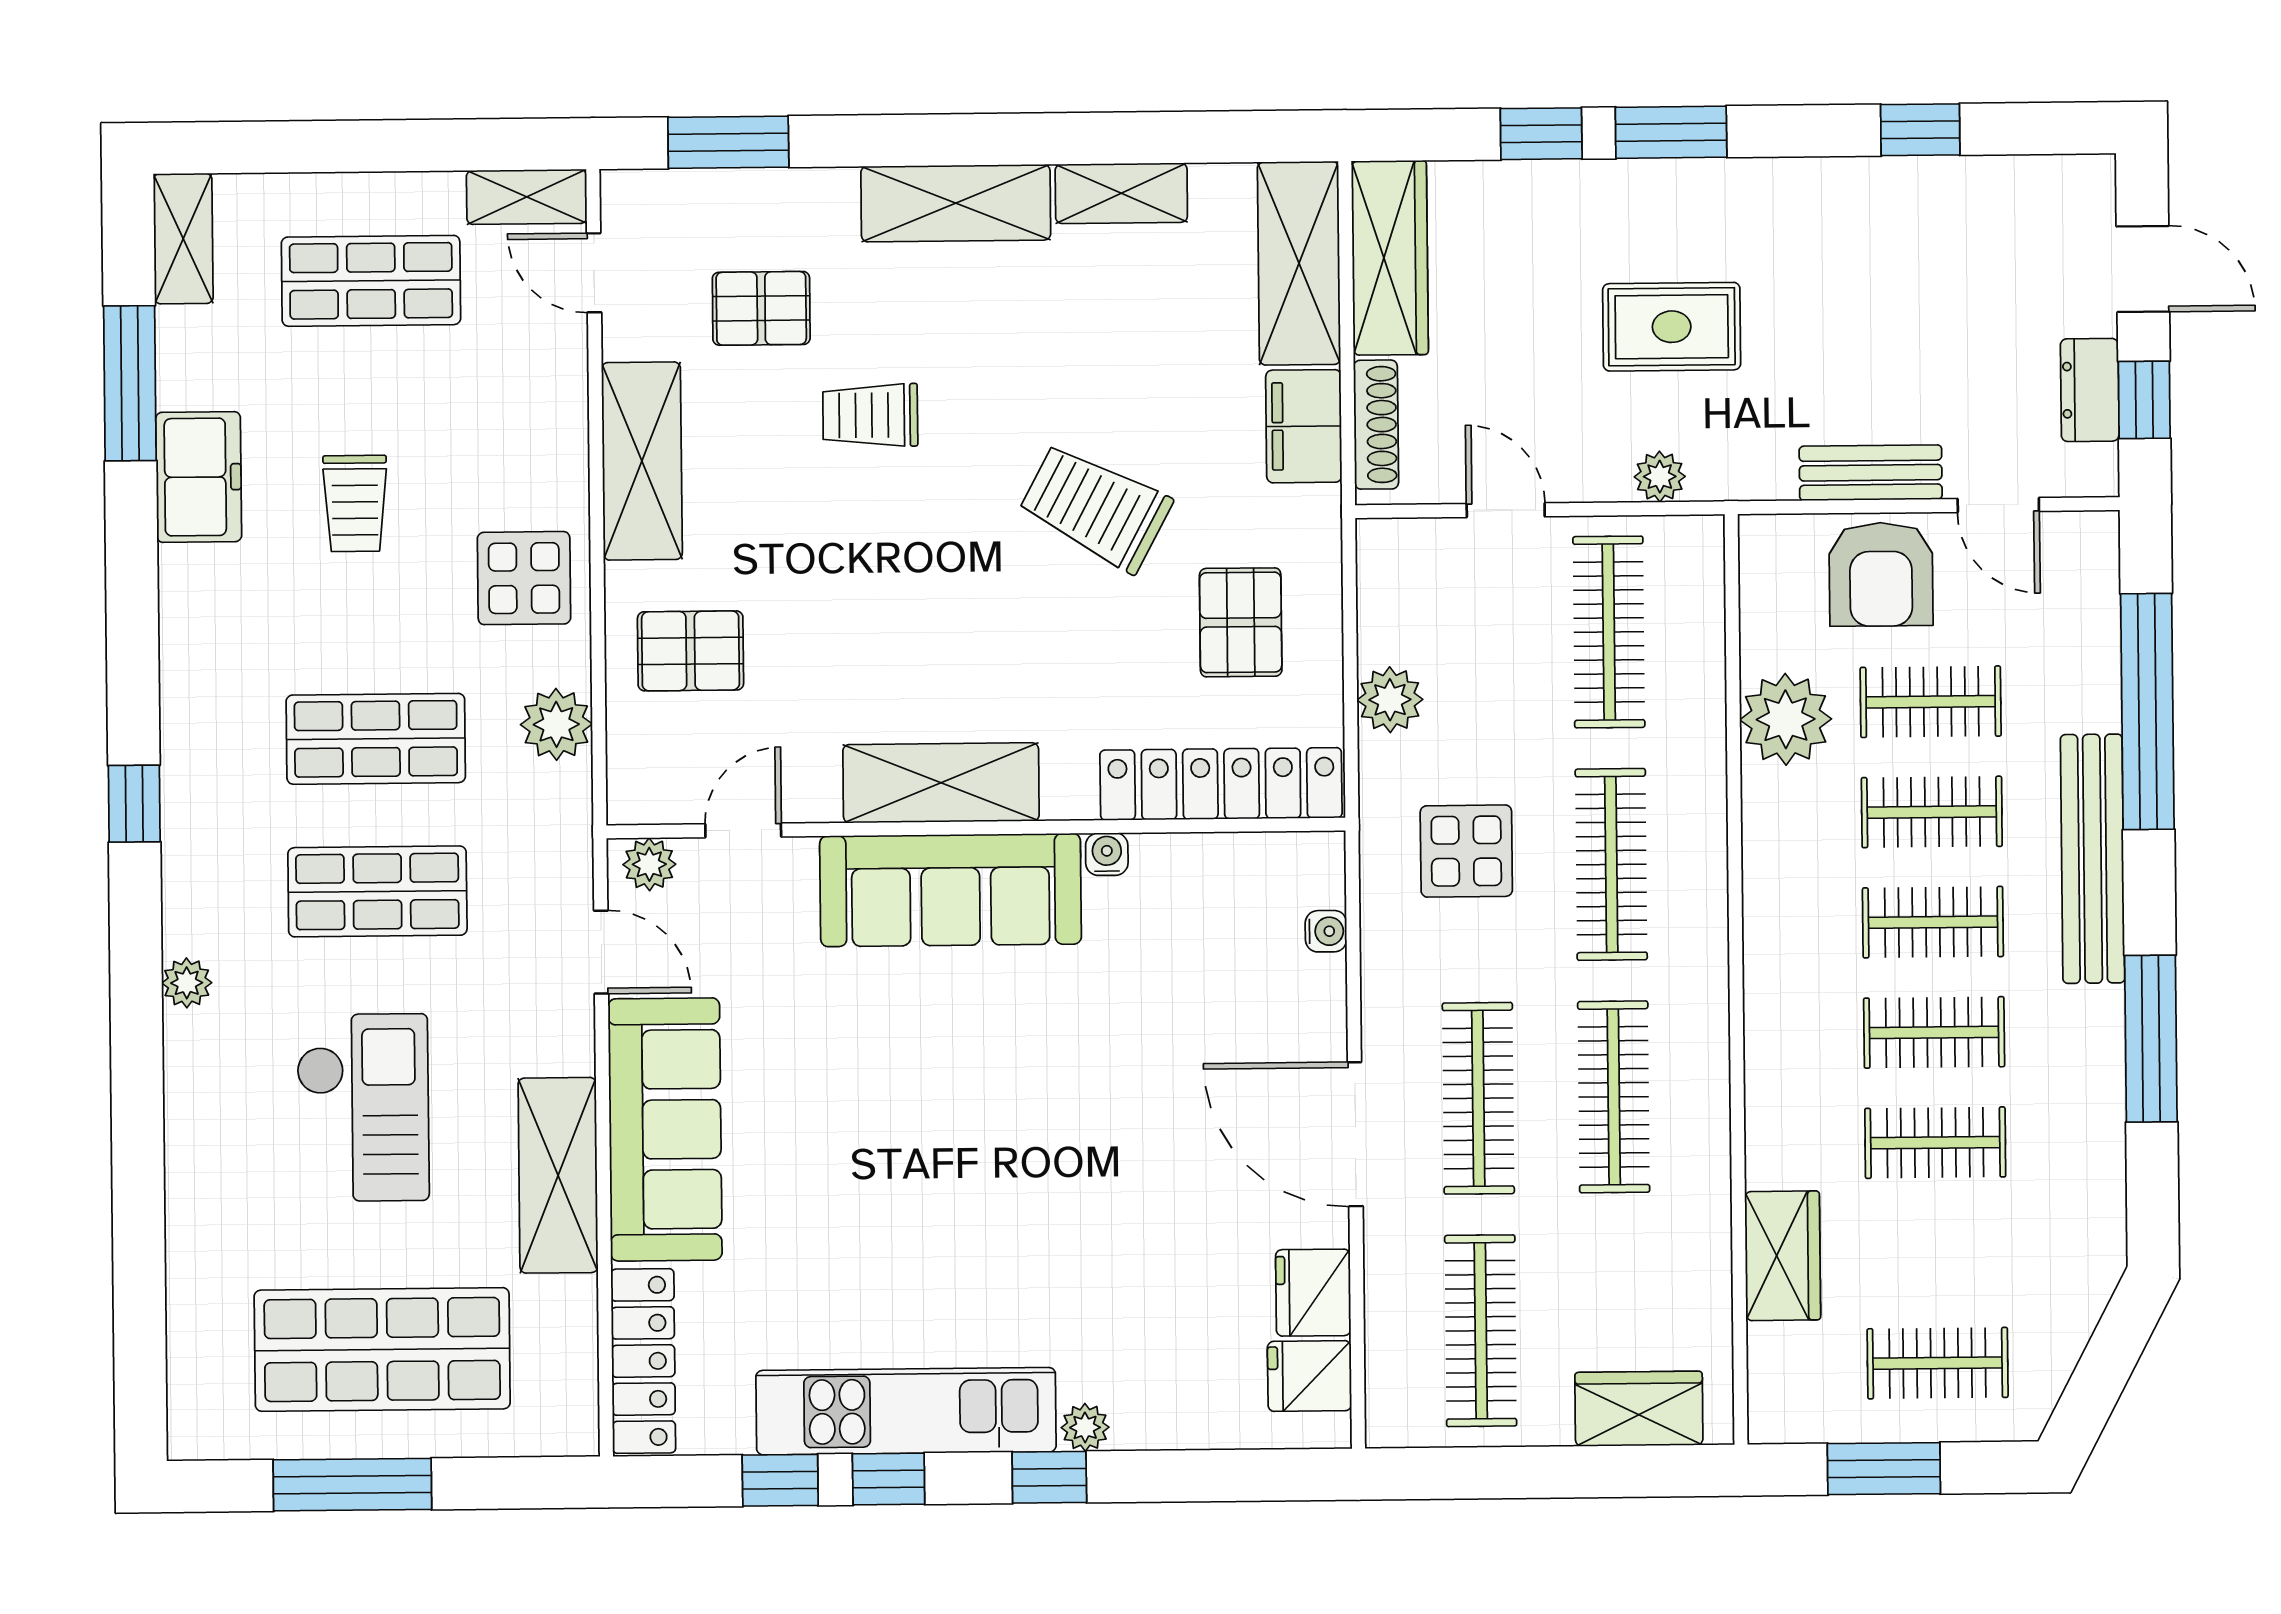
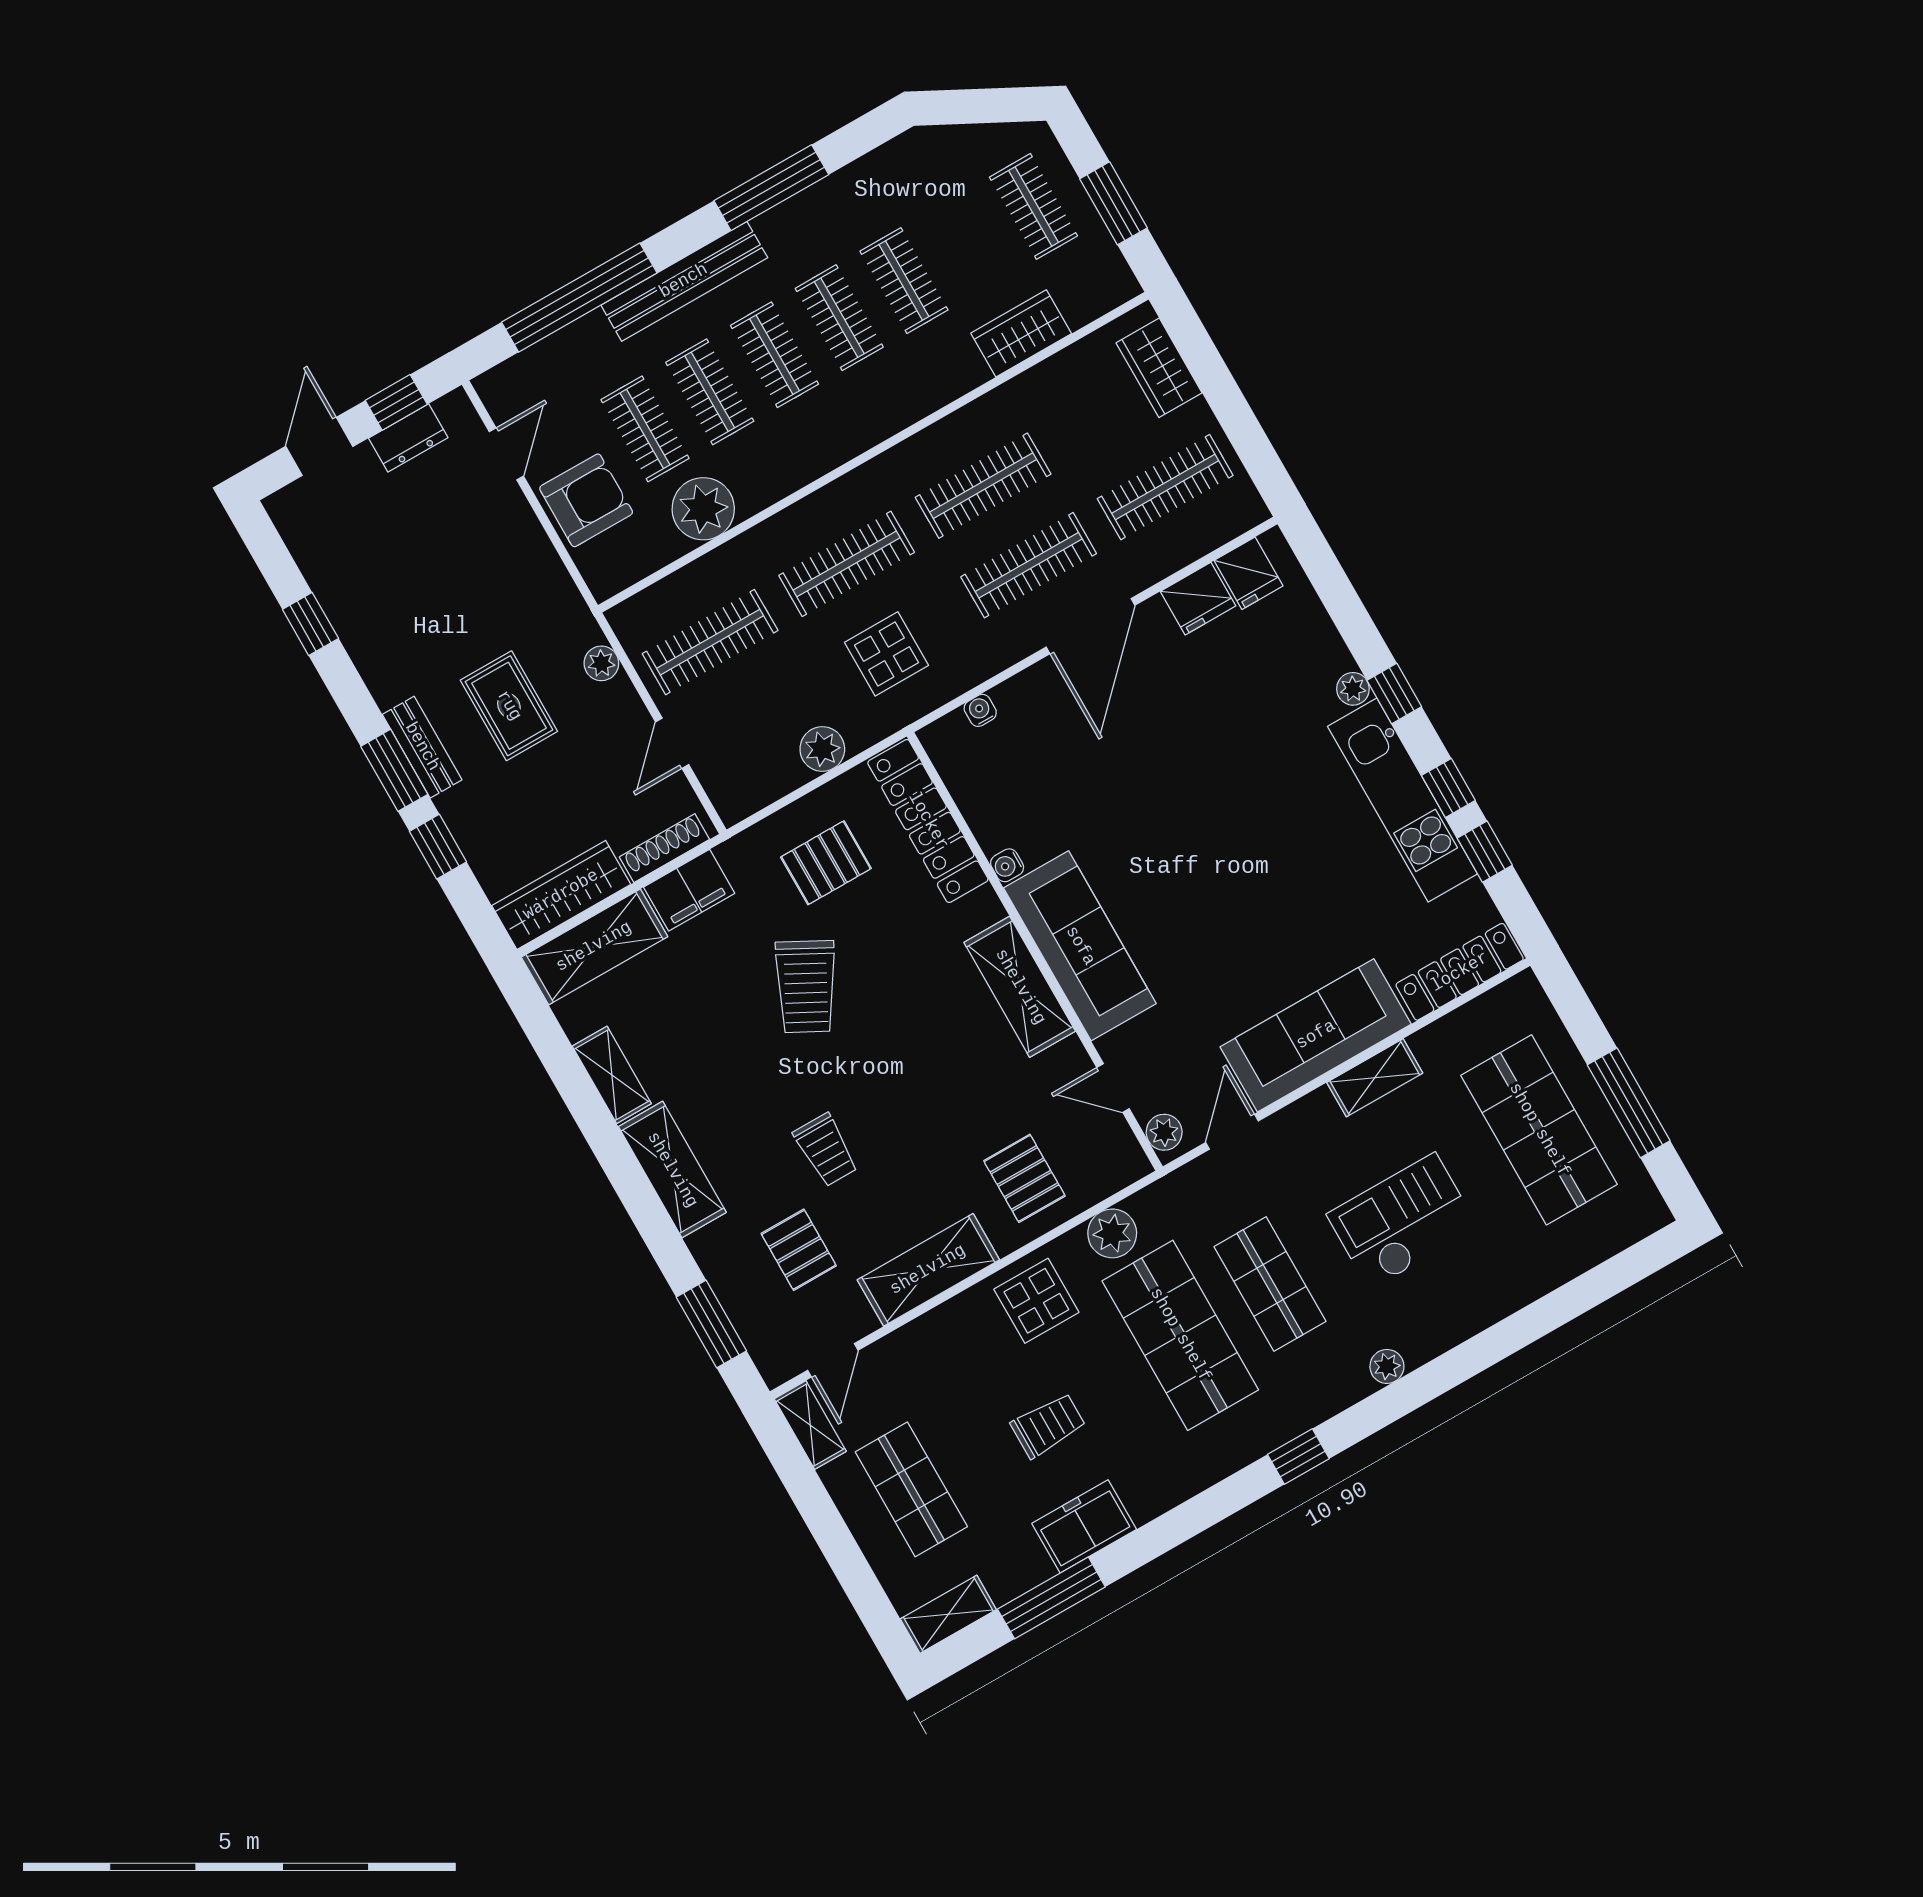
bench: (1871, 473) -> (422, 747), moved
shop shelf: (376, 739) -> (1180, 1335), width x1.43, depth x1.36
shelving: (558, 1175) -> (1375, 1078), width x0.67, depth x0.75

